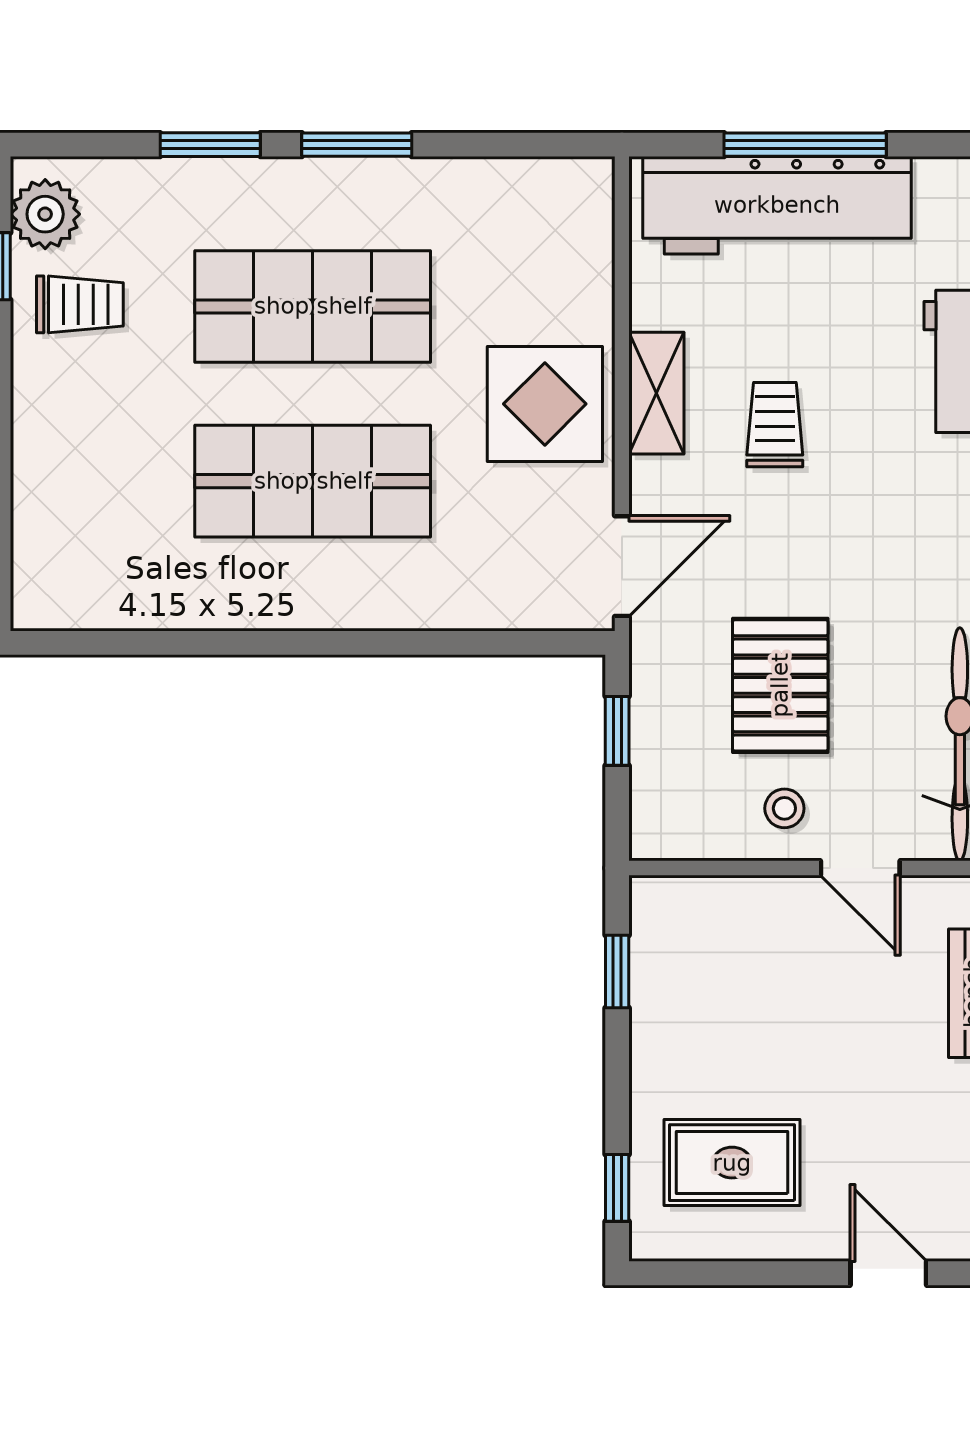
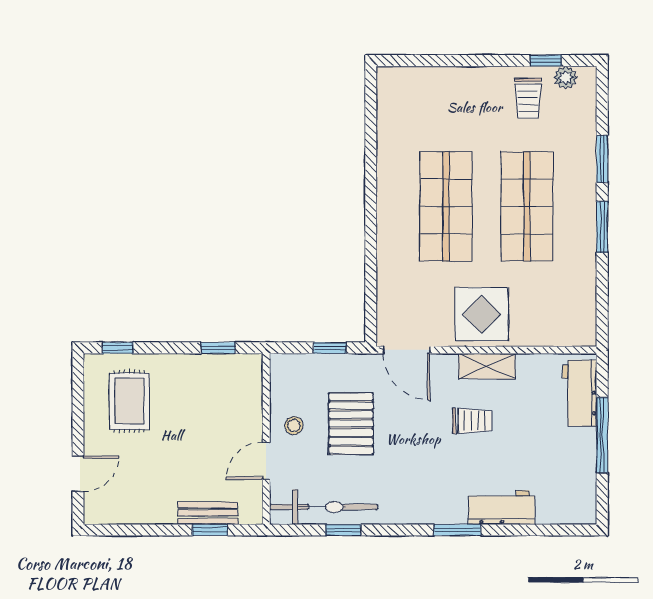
workbench: (777, 205) -> (580, 393), width x0.53, depth x0.76
plant: (45, 214) -> (565, 78), width x0.73, depth x0.73
pallet: (780, 685) -> (351, 424), turned 90

